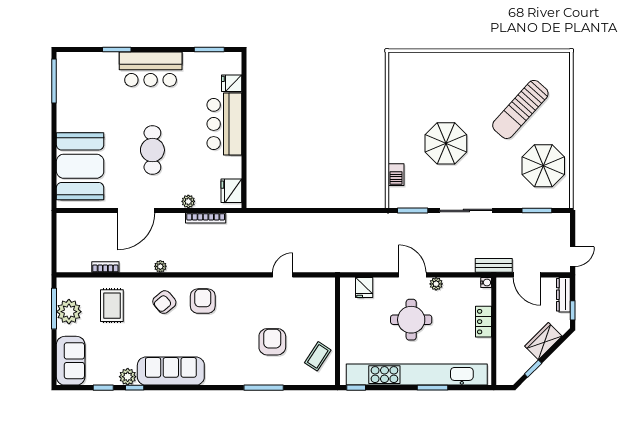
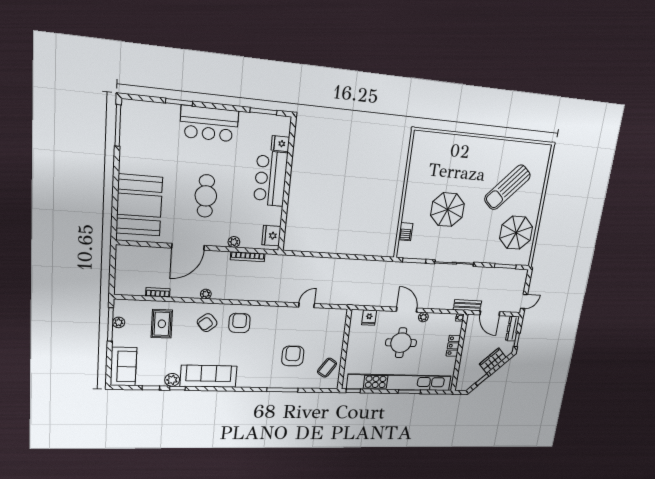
plant: (69, 312) -> (119, 322), width x0.53, depth x0.53

